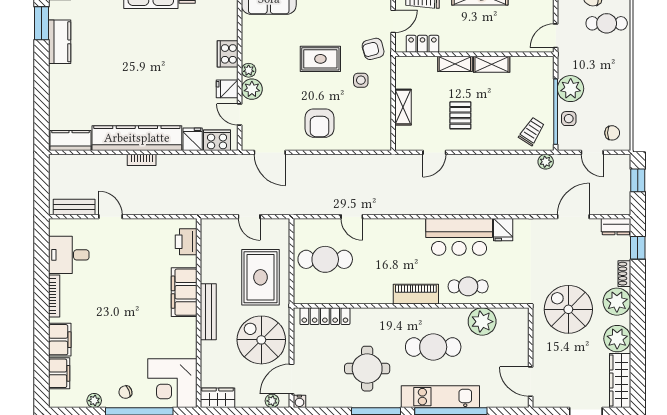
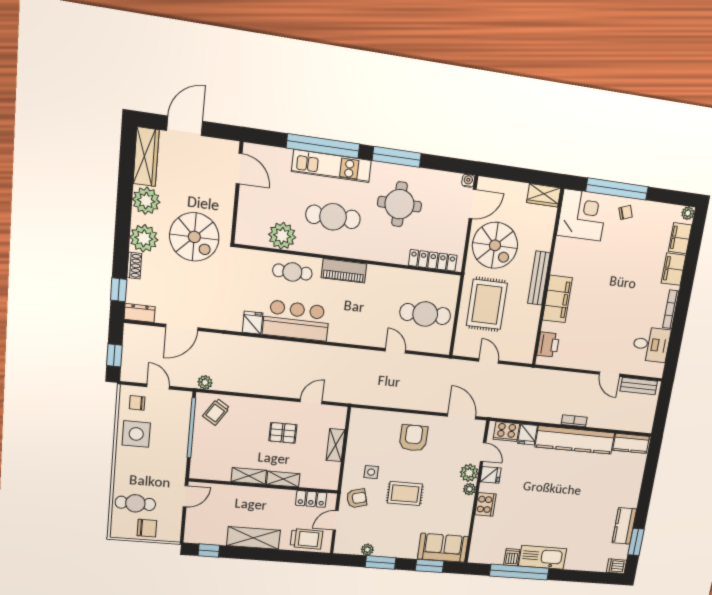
plant: (571, 89) -> (175, 448), removed
pallet: (460, 115) -> (283, 433), turned 90
side table: (569, 119) -> (136, 434), moved, width x1.87, depth x1.87
plant: (94, 401) -> (688, 213), moved
plant: (272, 401) -> (494, 185), removed

